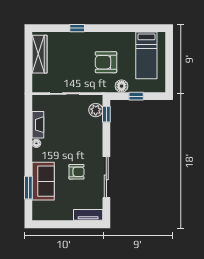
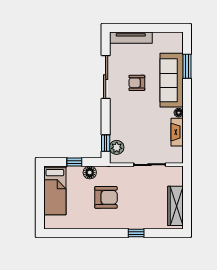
bed: (146, 55) -> (55, 190), moved, turned 180
sofa: (43, 181) -> (172, 80), width x1.36
tv unit: (88, 215) -> (131, 38), width x1.41

